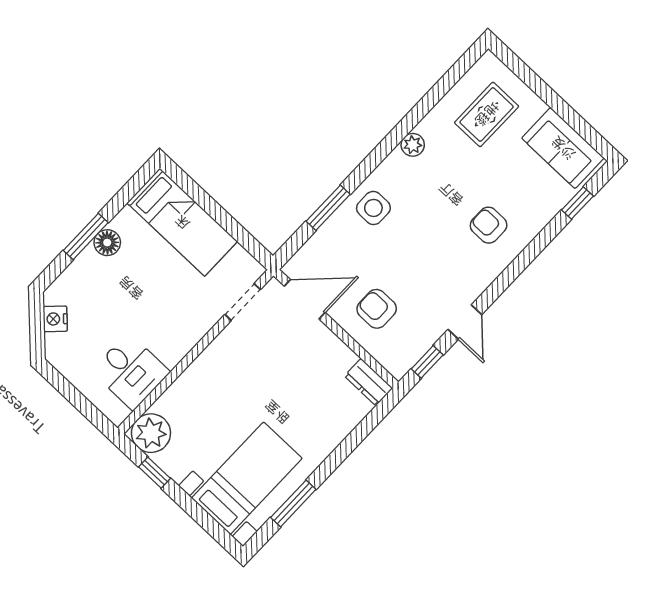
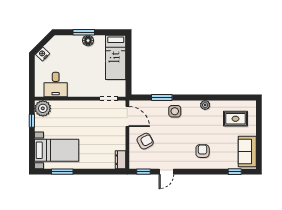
armchair: (377, 309) -> (145, 141), turned 62
nightstand: (55, 319) -> (43, 54), moved

